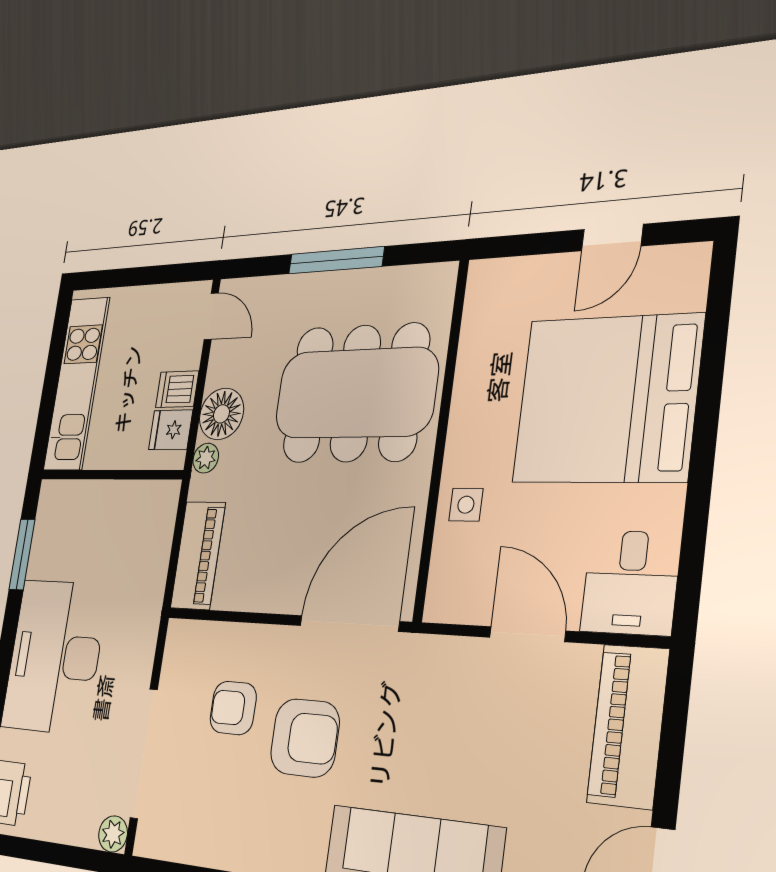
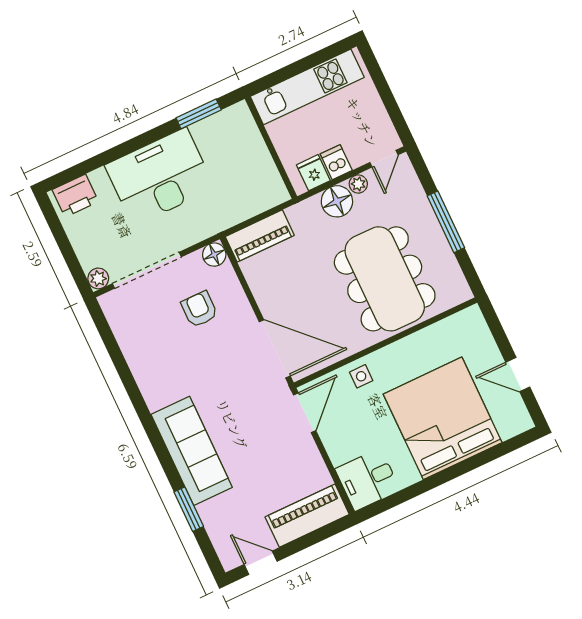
plant: (206, 458) -> (358, 184), moved
door: (527, 634) -> (305, 413), moved
floor lamp: (182, 639) -> (214, 255), added
armchair: (305, 738) -> (209, 360), removed

